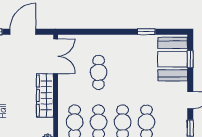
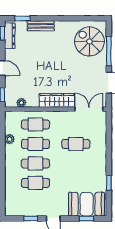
double door: (56, 56) -> (89, 109), swing flipped

